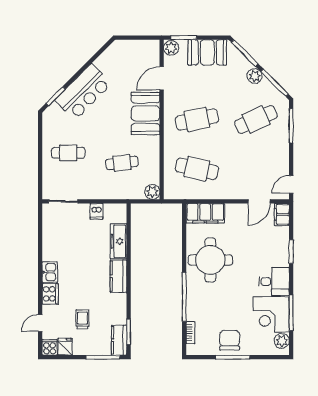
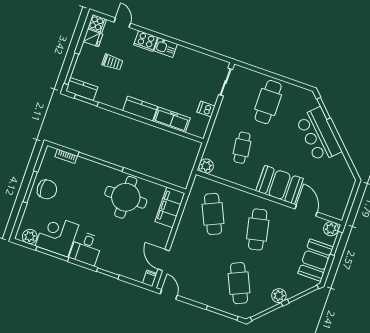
cafe table: (68, 153) -> (268, 102), width x1.37, depth x1.35
cafe table: (197, 169) -> (213, 214), turned -36
filing cabinet: (282, 214) -> (150, 278), width x0.50

